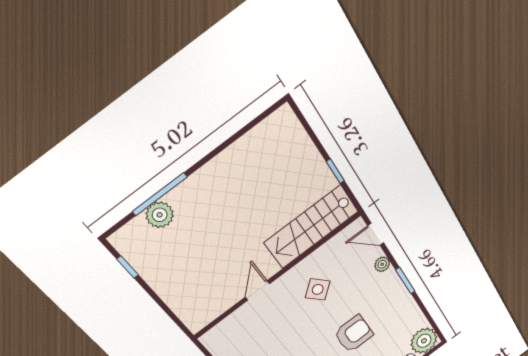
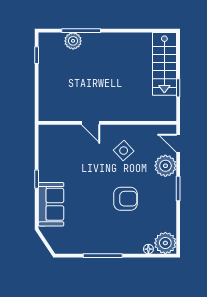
stairs: (311, 227) -> (164, 64), moved, turned -90
plant: (382, 264) -> (165, 166), width x1.88, depth x1.88
door: (257, 290) -> (91, 123), swing flipped

